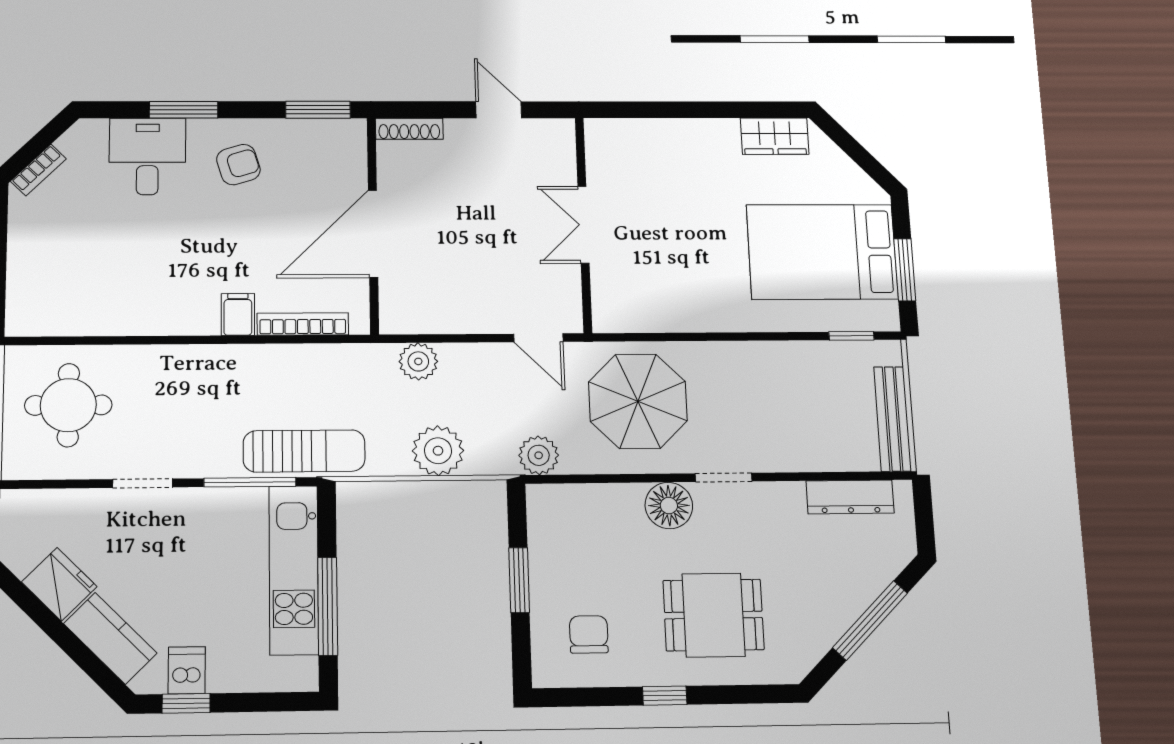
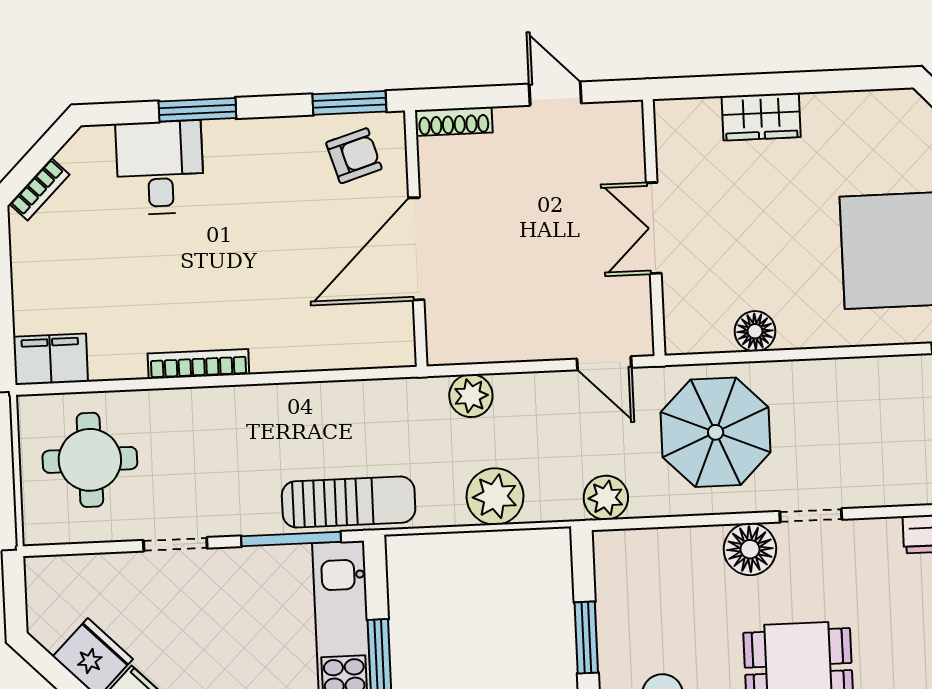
wardrobe: (775, 136) -> (761, 117), moved
armchair: (238, 165) -> (354, 156), moved
filing cabinet: (238, 314) -> (51, 359), moved, width x2.00
floor lamp: (673, 315) -> (755, 331), added
bookcase: (303, 324) -> (198, 364), moved

